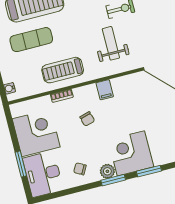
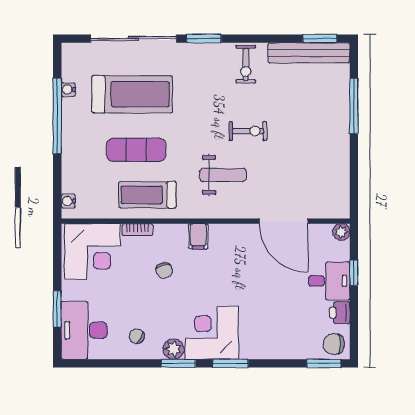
exercise mat: (31, 40) -> (136, 150), moved
weight bench: (111, 43) -> (223, 175), turned 90
corner desk: (36, 133) -> (93, 251), moved, turned 90

